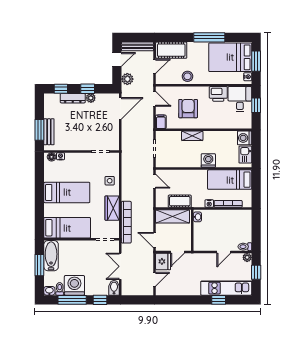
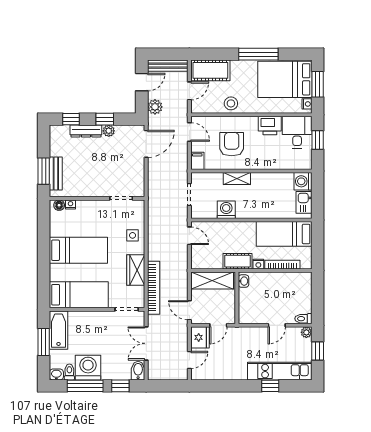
washing machine: (208, 160) -> (226, 210), moved
cot: (180, 201) -> (238, 261), moved

